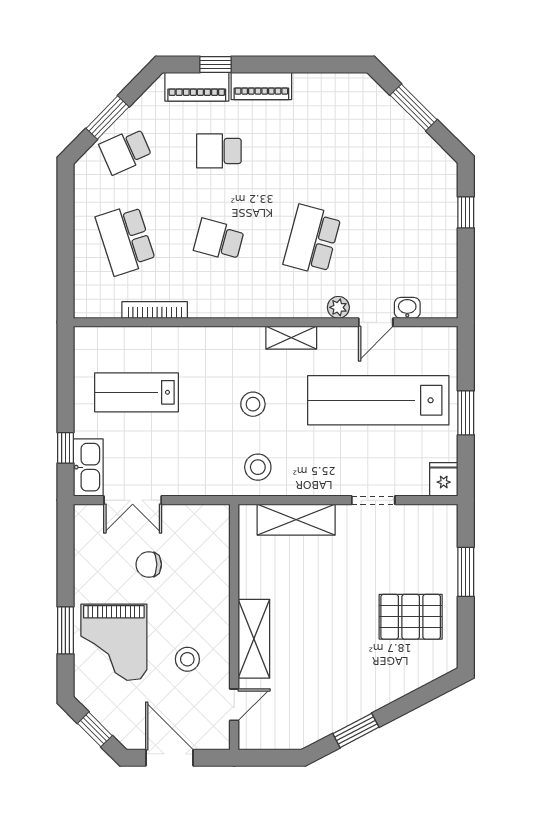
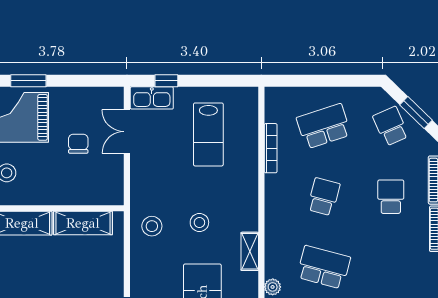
lab bench: (137, 392) -> (208, 134), turned 180
shelving: (296, 520) -> (83, 223), moved, turned 90

